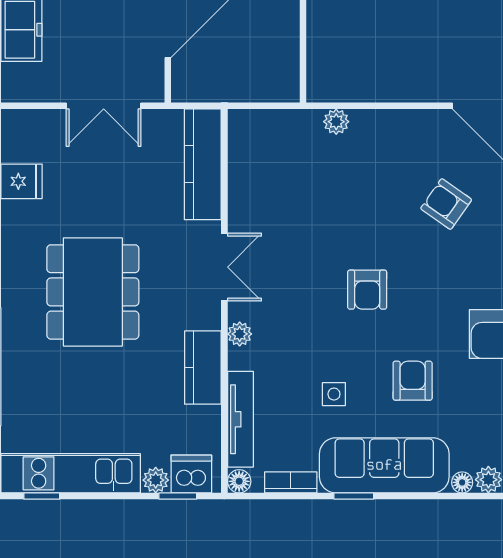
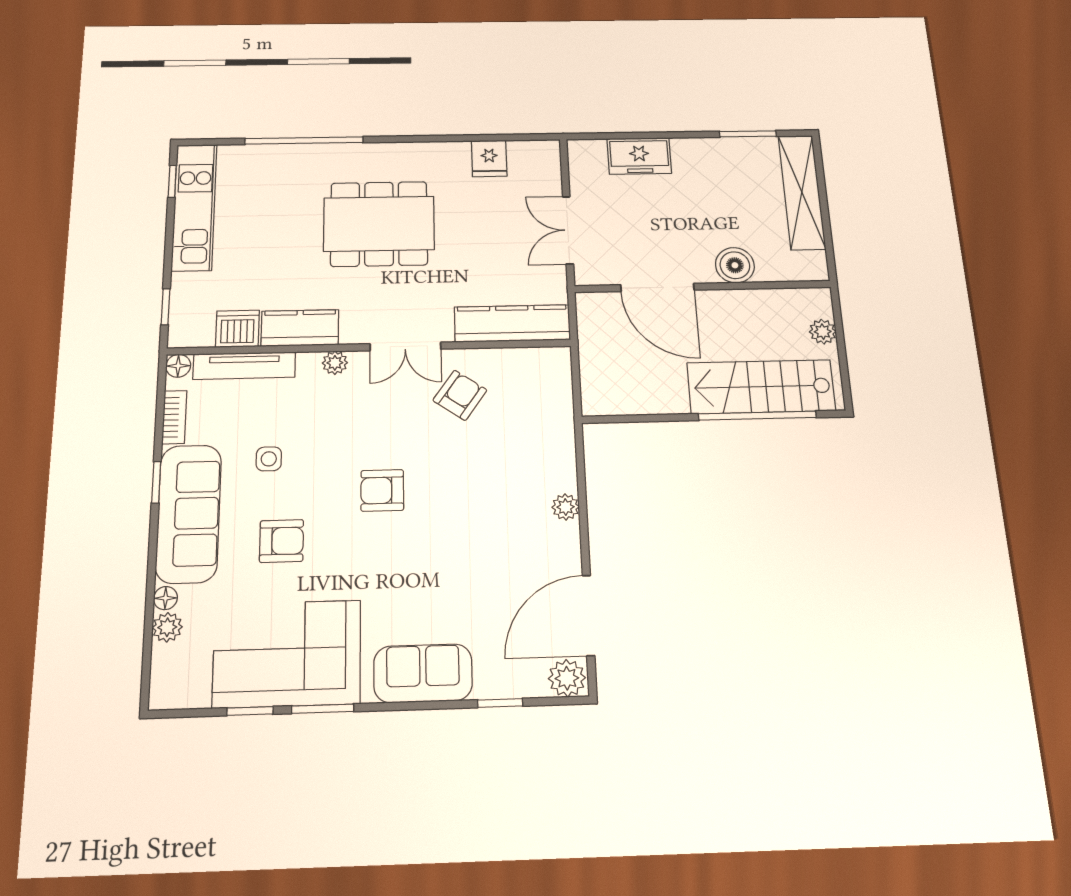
plant: (336, 122) -> (566, 507), moved
armchair: (446, 204) -> (460, 395), moved
dishwasher: (191, 474) -> (237, 329), moved, turned -90
plant: (156, 480) -> (183, 285), removed

